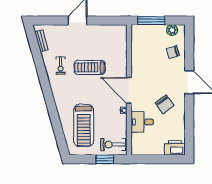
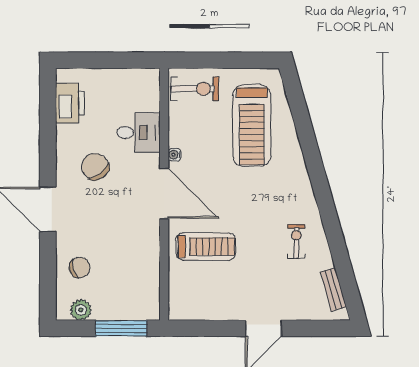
treadmill: (90, 67) -> (206, 247), moved
treadmill: (84, 126) -> (252, 126), turned 180
printer: (175, 148) -> (70, 103), moved, turned -90
window: (105, 159) -> (211, 60), removed

